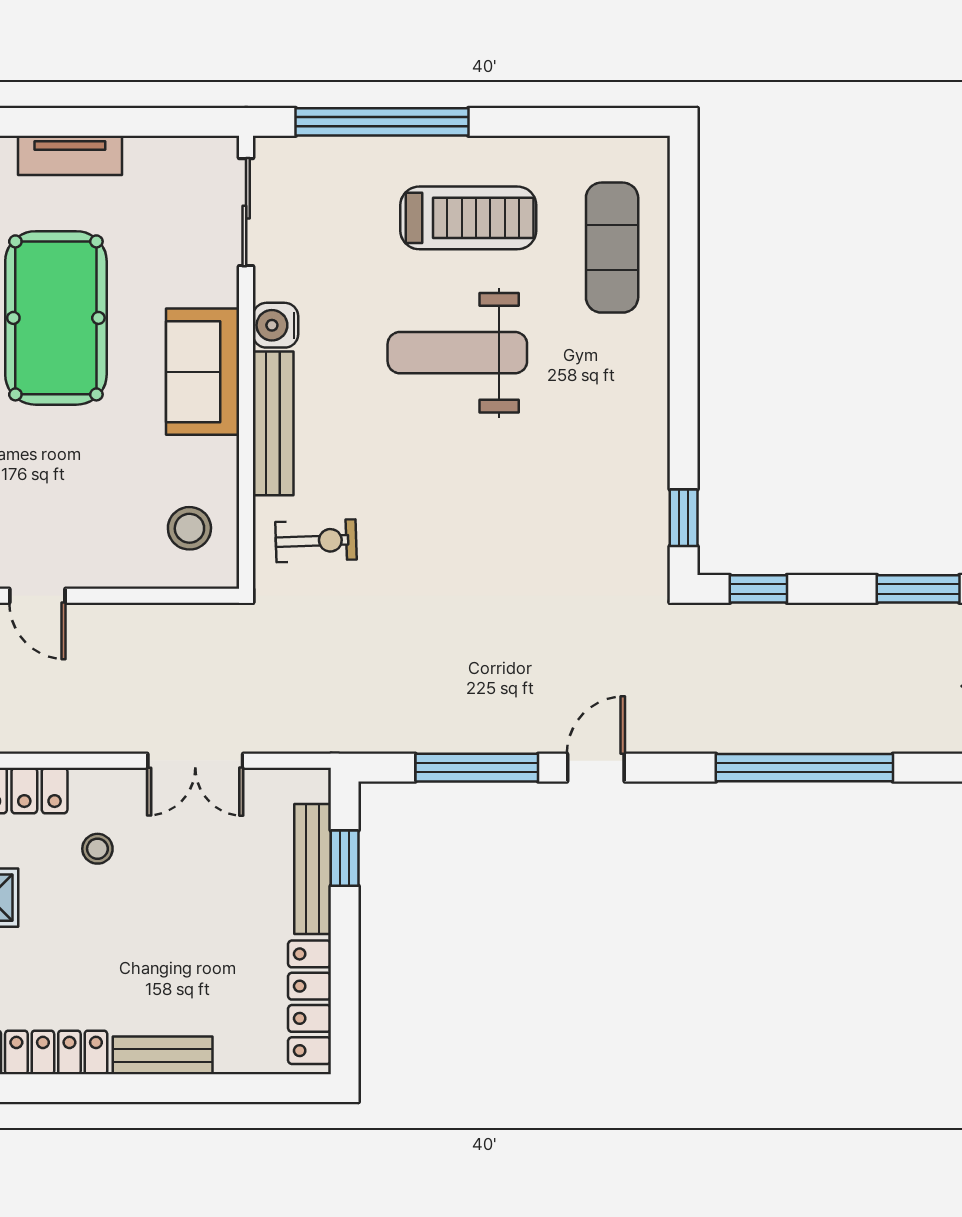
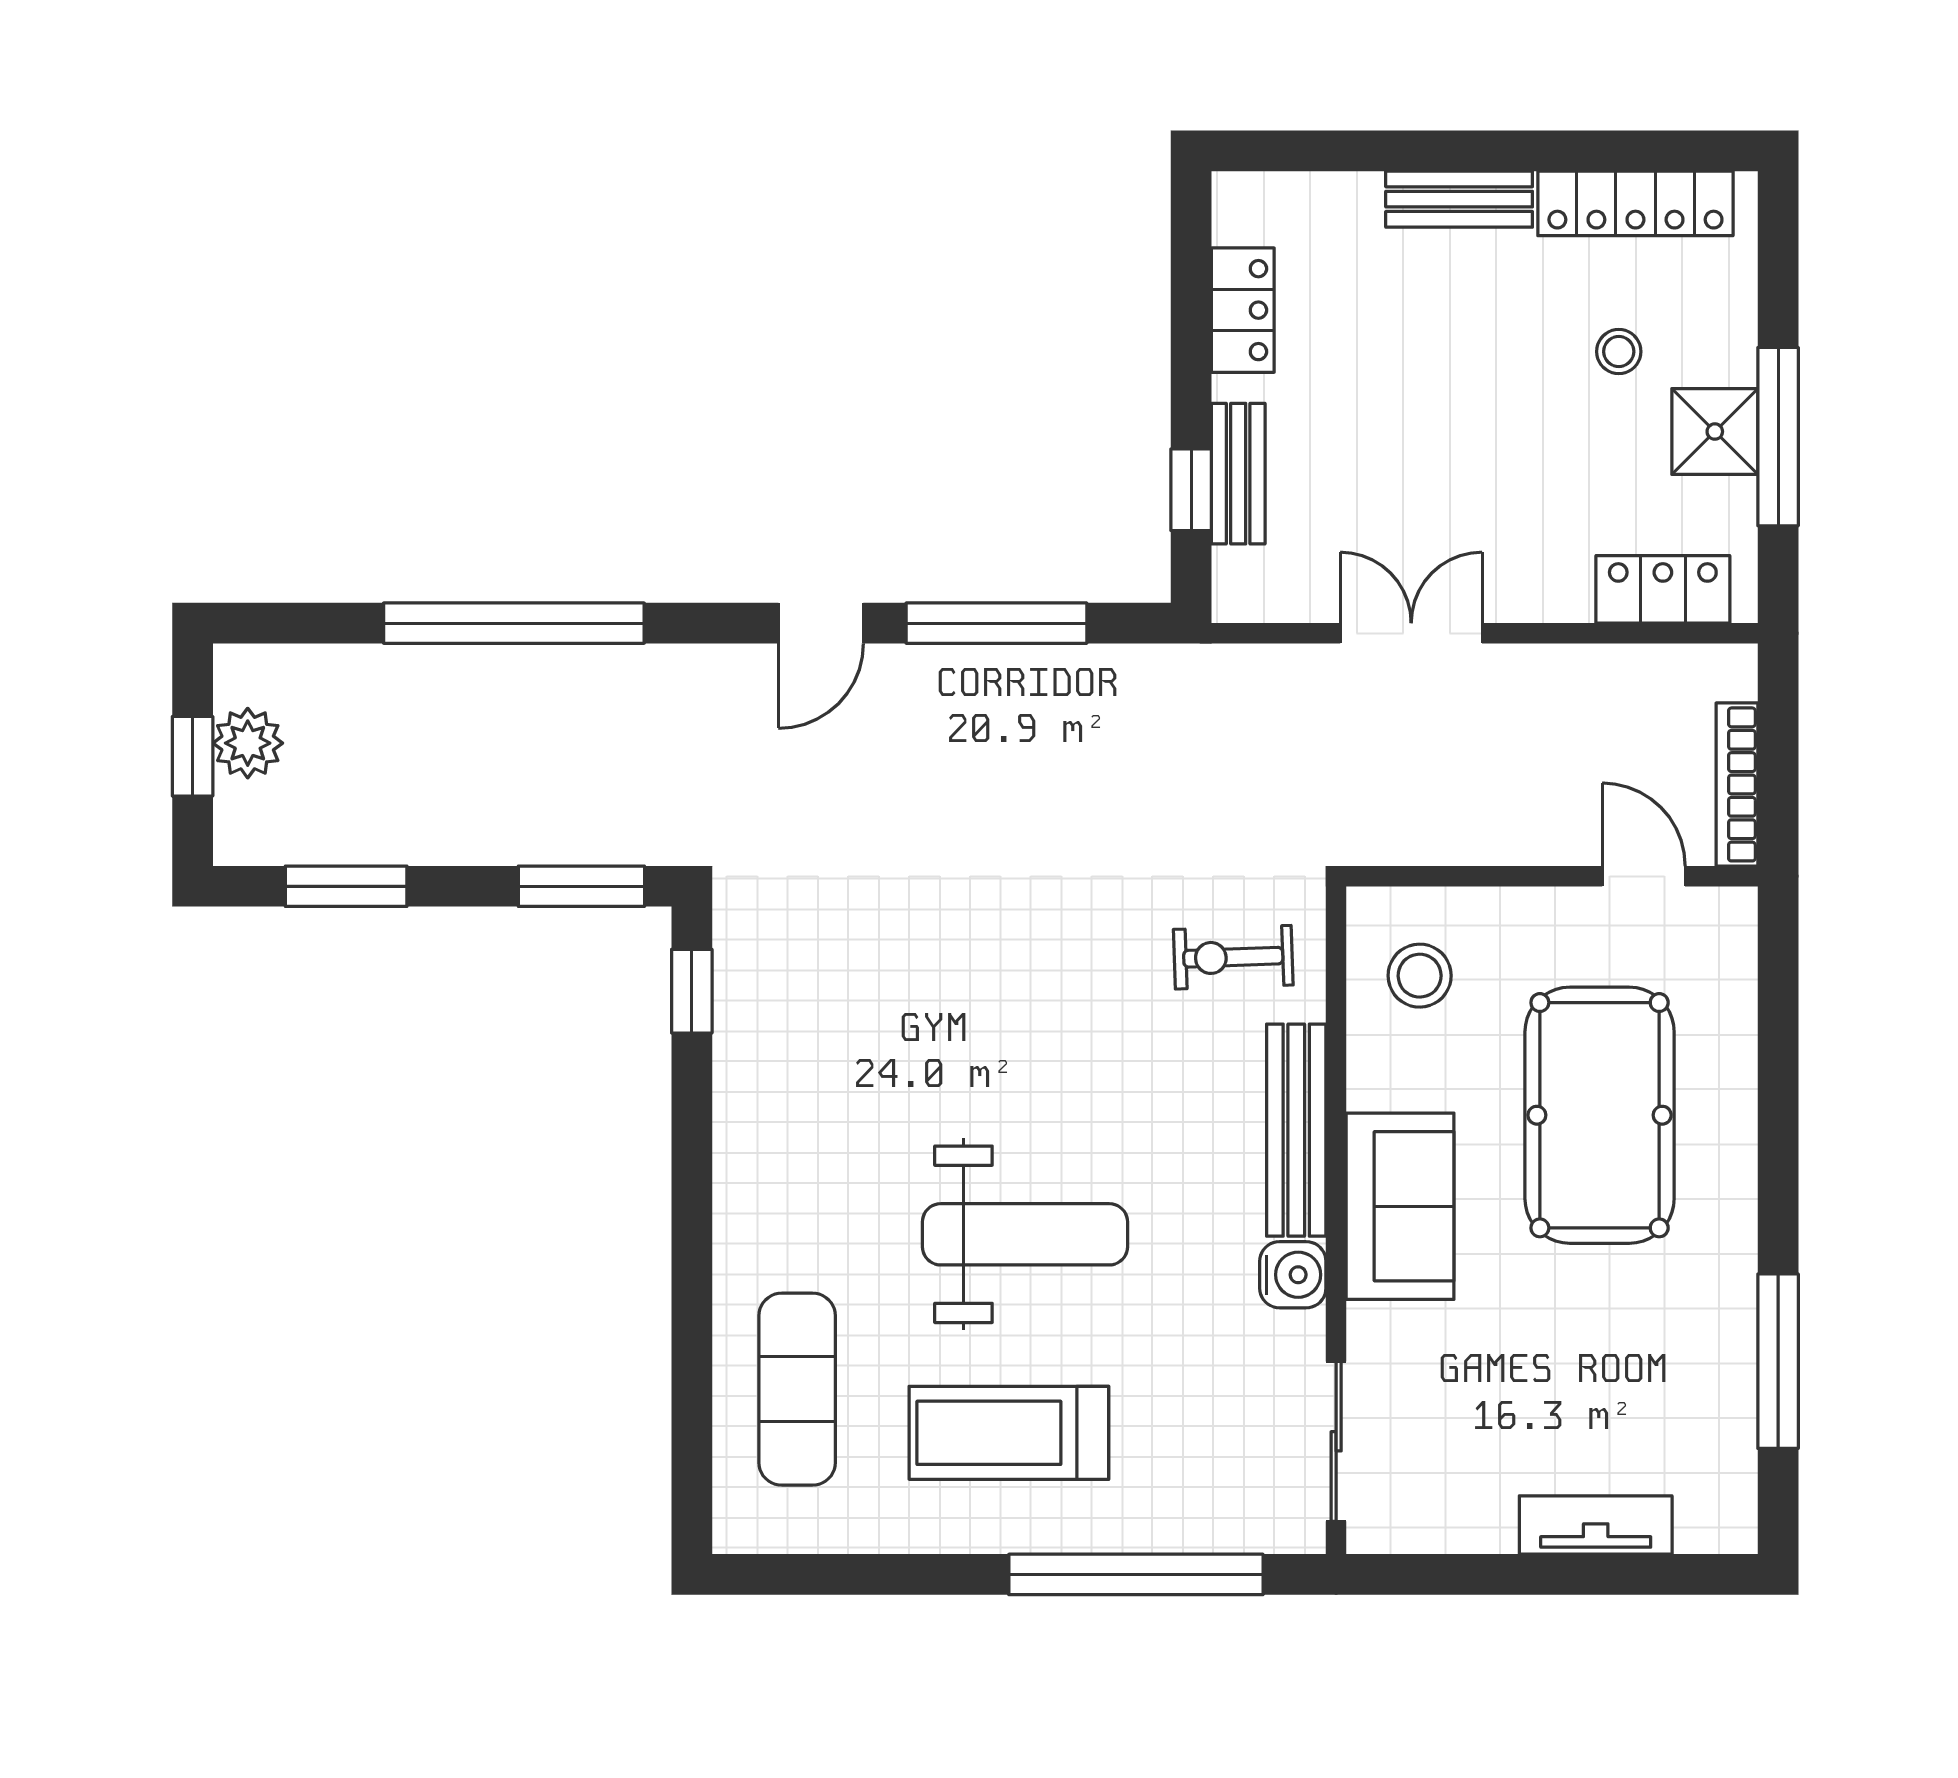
pool table: (56, 318) -> (1600, 1115), moved
window: (758, 589) -> (581, 886), width x1.50
stool: (97, 849) -> (1619, 352), moved
bench: (313, 869) -> (1238, 474), width x0.73
locker: (310, 1002) -> (1243, 310), width x0.66

